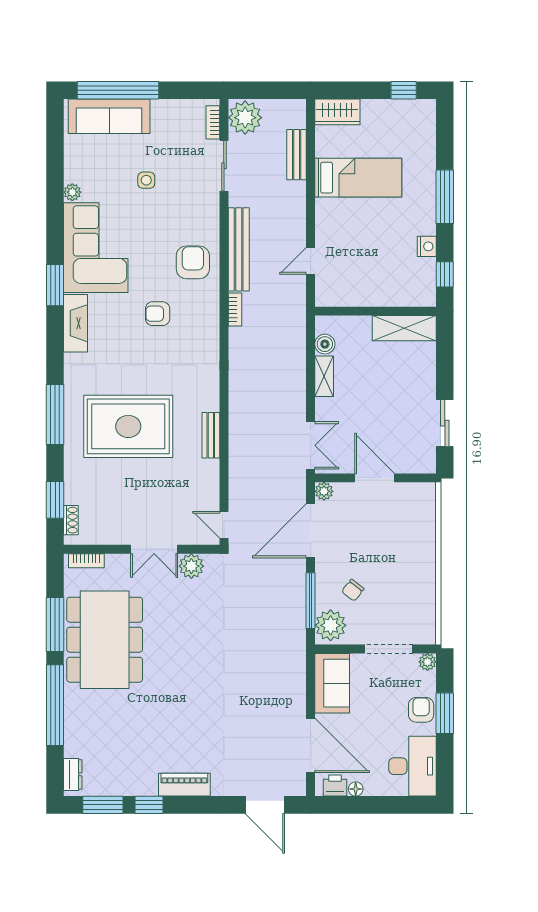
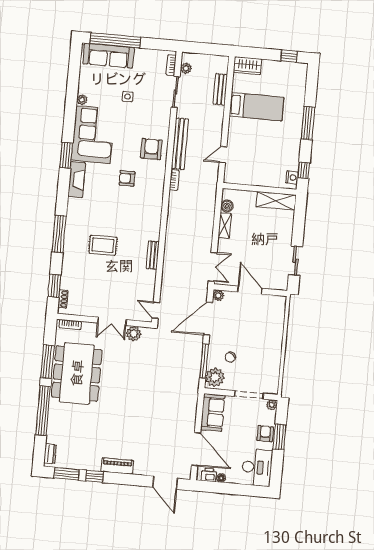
plant: (245, 118) -> (186, 68), width x0.53, depth x0.53
nightstand: (427, 246) -> (292, 178), moved
rug: (128, 426) -> (103, 245), width x0.54, depth x0.49

